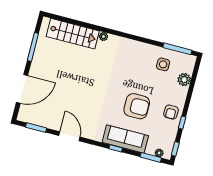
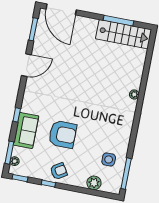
stairs: (73, 34) -> (124, 34), moved, turned -90
door: (22, 89) -> (61, 9), moved
armchair: (137, 106) -> (63, 134), turned -90
armchair: (171, 112) -> (59, 171), turned 148
sofa: (125, 139) -> (26, 130), width x0.73

